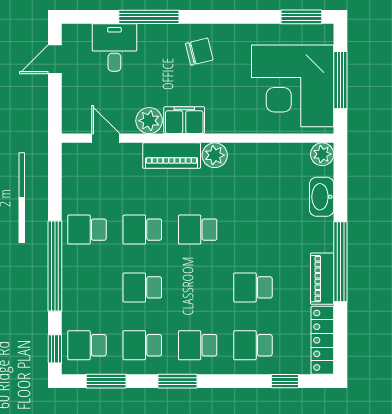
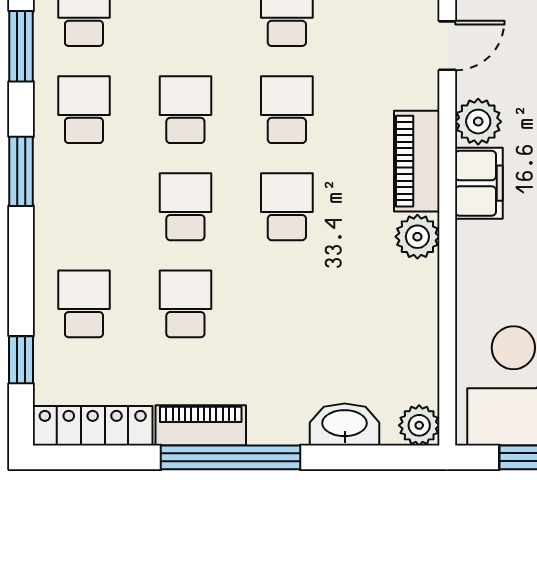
school desk: (198, 345) -> (185, 207), moved

